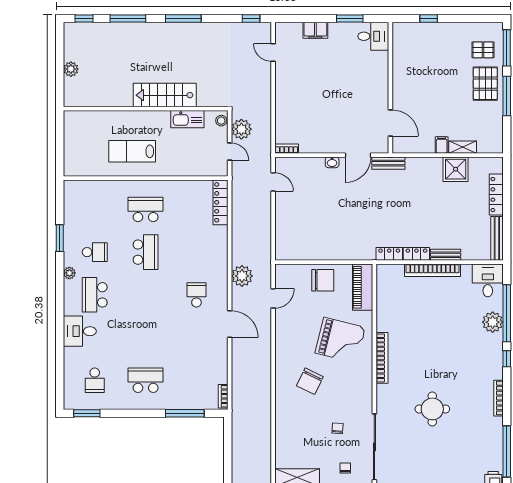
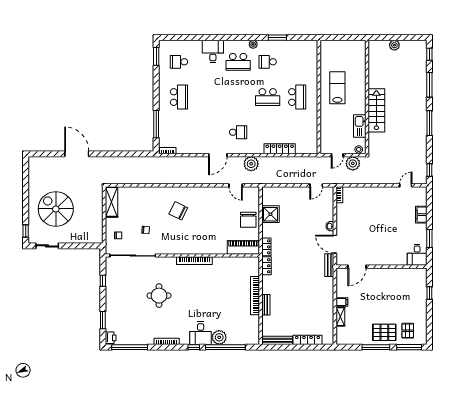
shower: (456, 169) -> (270, 214), moved
locker: (220, 202) -> (280, 149), moved
school desk: (95, 252) -> (268, 62), turned 90
locker: (416, 254) -> (266, 247), moved
desk: (488, 280) -> (201, 333), moved, turned 90
school desk: (95, 295) -> (238, 62), turned 180
grand piano: (340, 340) -> (207, 232), removed

